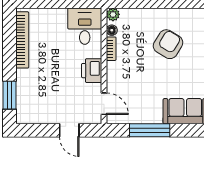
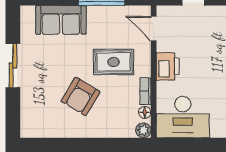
desk: (85, 26) -> (183, 117), width x1.37
rug: (139, 74) -> (114, 62), added

